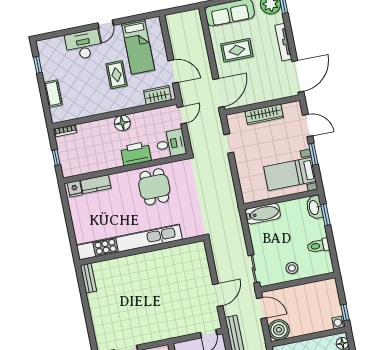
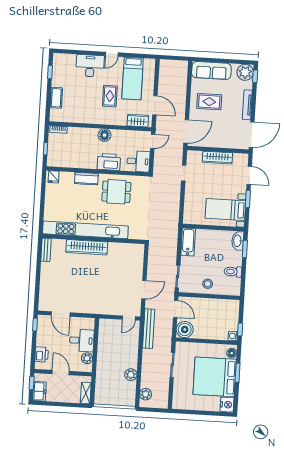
kitchen counter: (96, 184) -> (86, 179), moved
dining table: (154, 187) -> (116, 192), turned 90
bathtub: (263, 214) -> (188, 242), moved, turned -90
wardrobe: (136, 262) -> (87, 247), added

